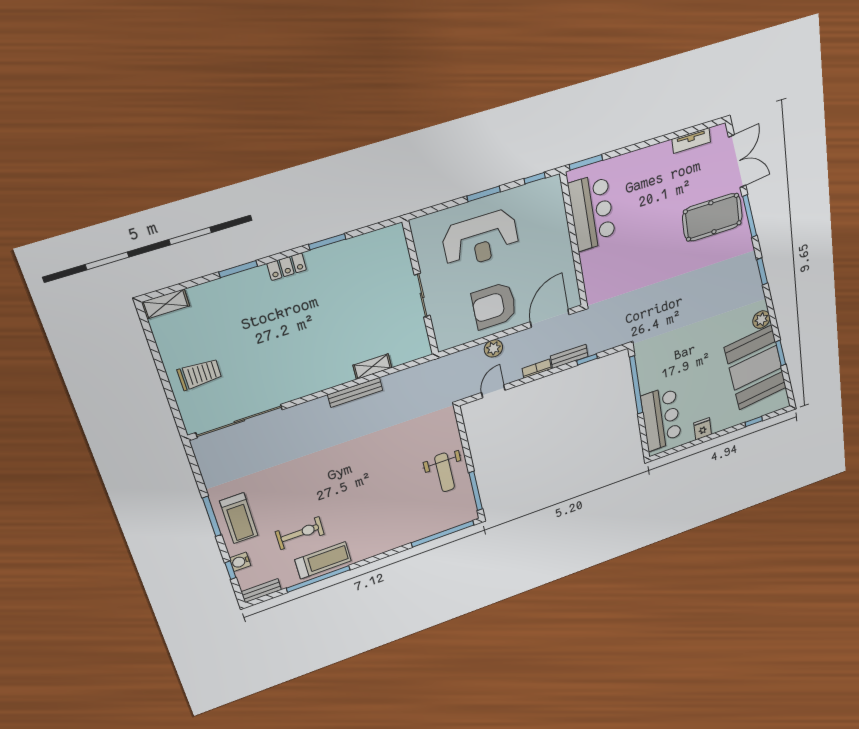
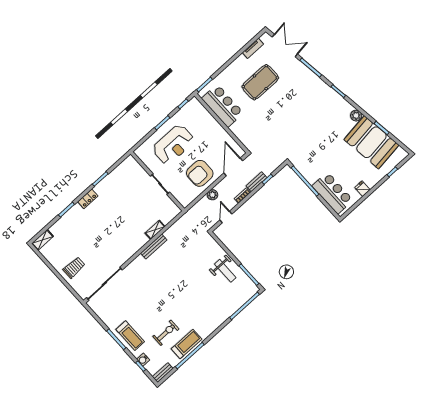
pool table: (712, 217) -> (260, 82), moved

